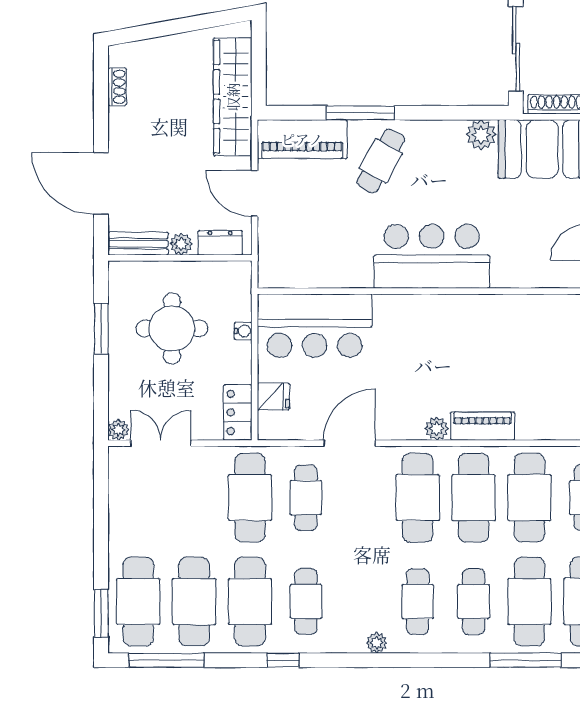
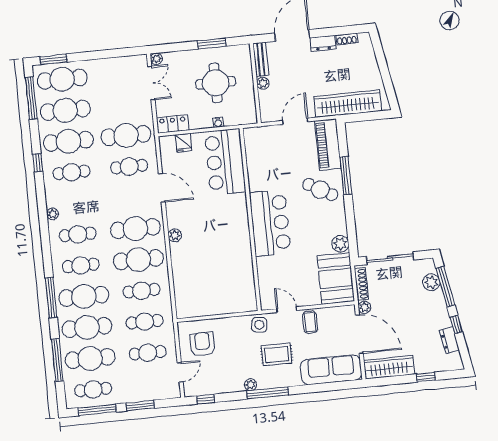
dresser: (220, 243) -> (323, 43), moved, turned 90
piano: (483, 426) -> (179, 261), removed
cafe table: (529, 498) -> (142, 291), width x0.73, depth x0.74

